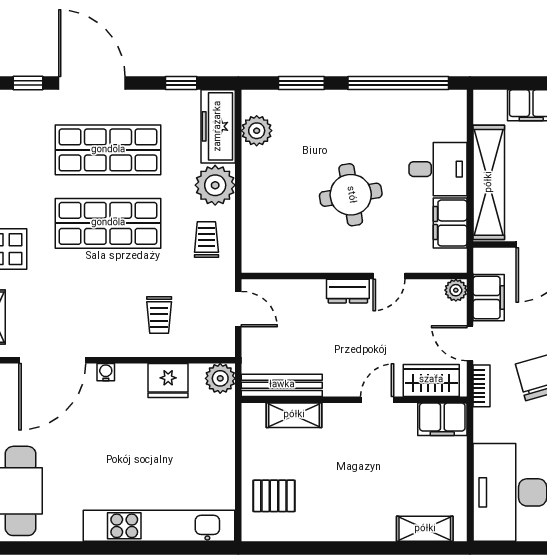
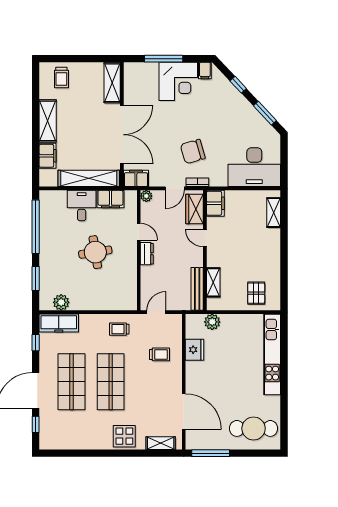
plant: (215, 185) -> (90, 325), removed
filing cabinet: (489, 298) -> (136, 178), moved
water cooler: (106, 372) -> (190, 383), removed
plant: (220, 378) -> (212, 322), moved

